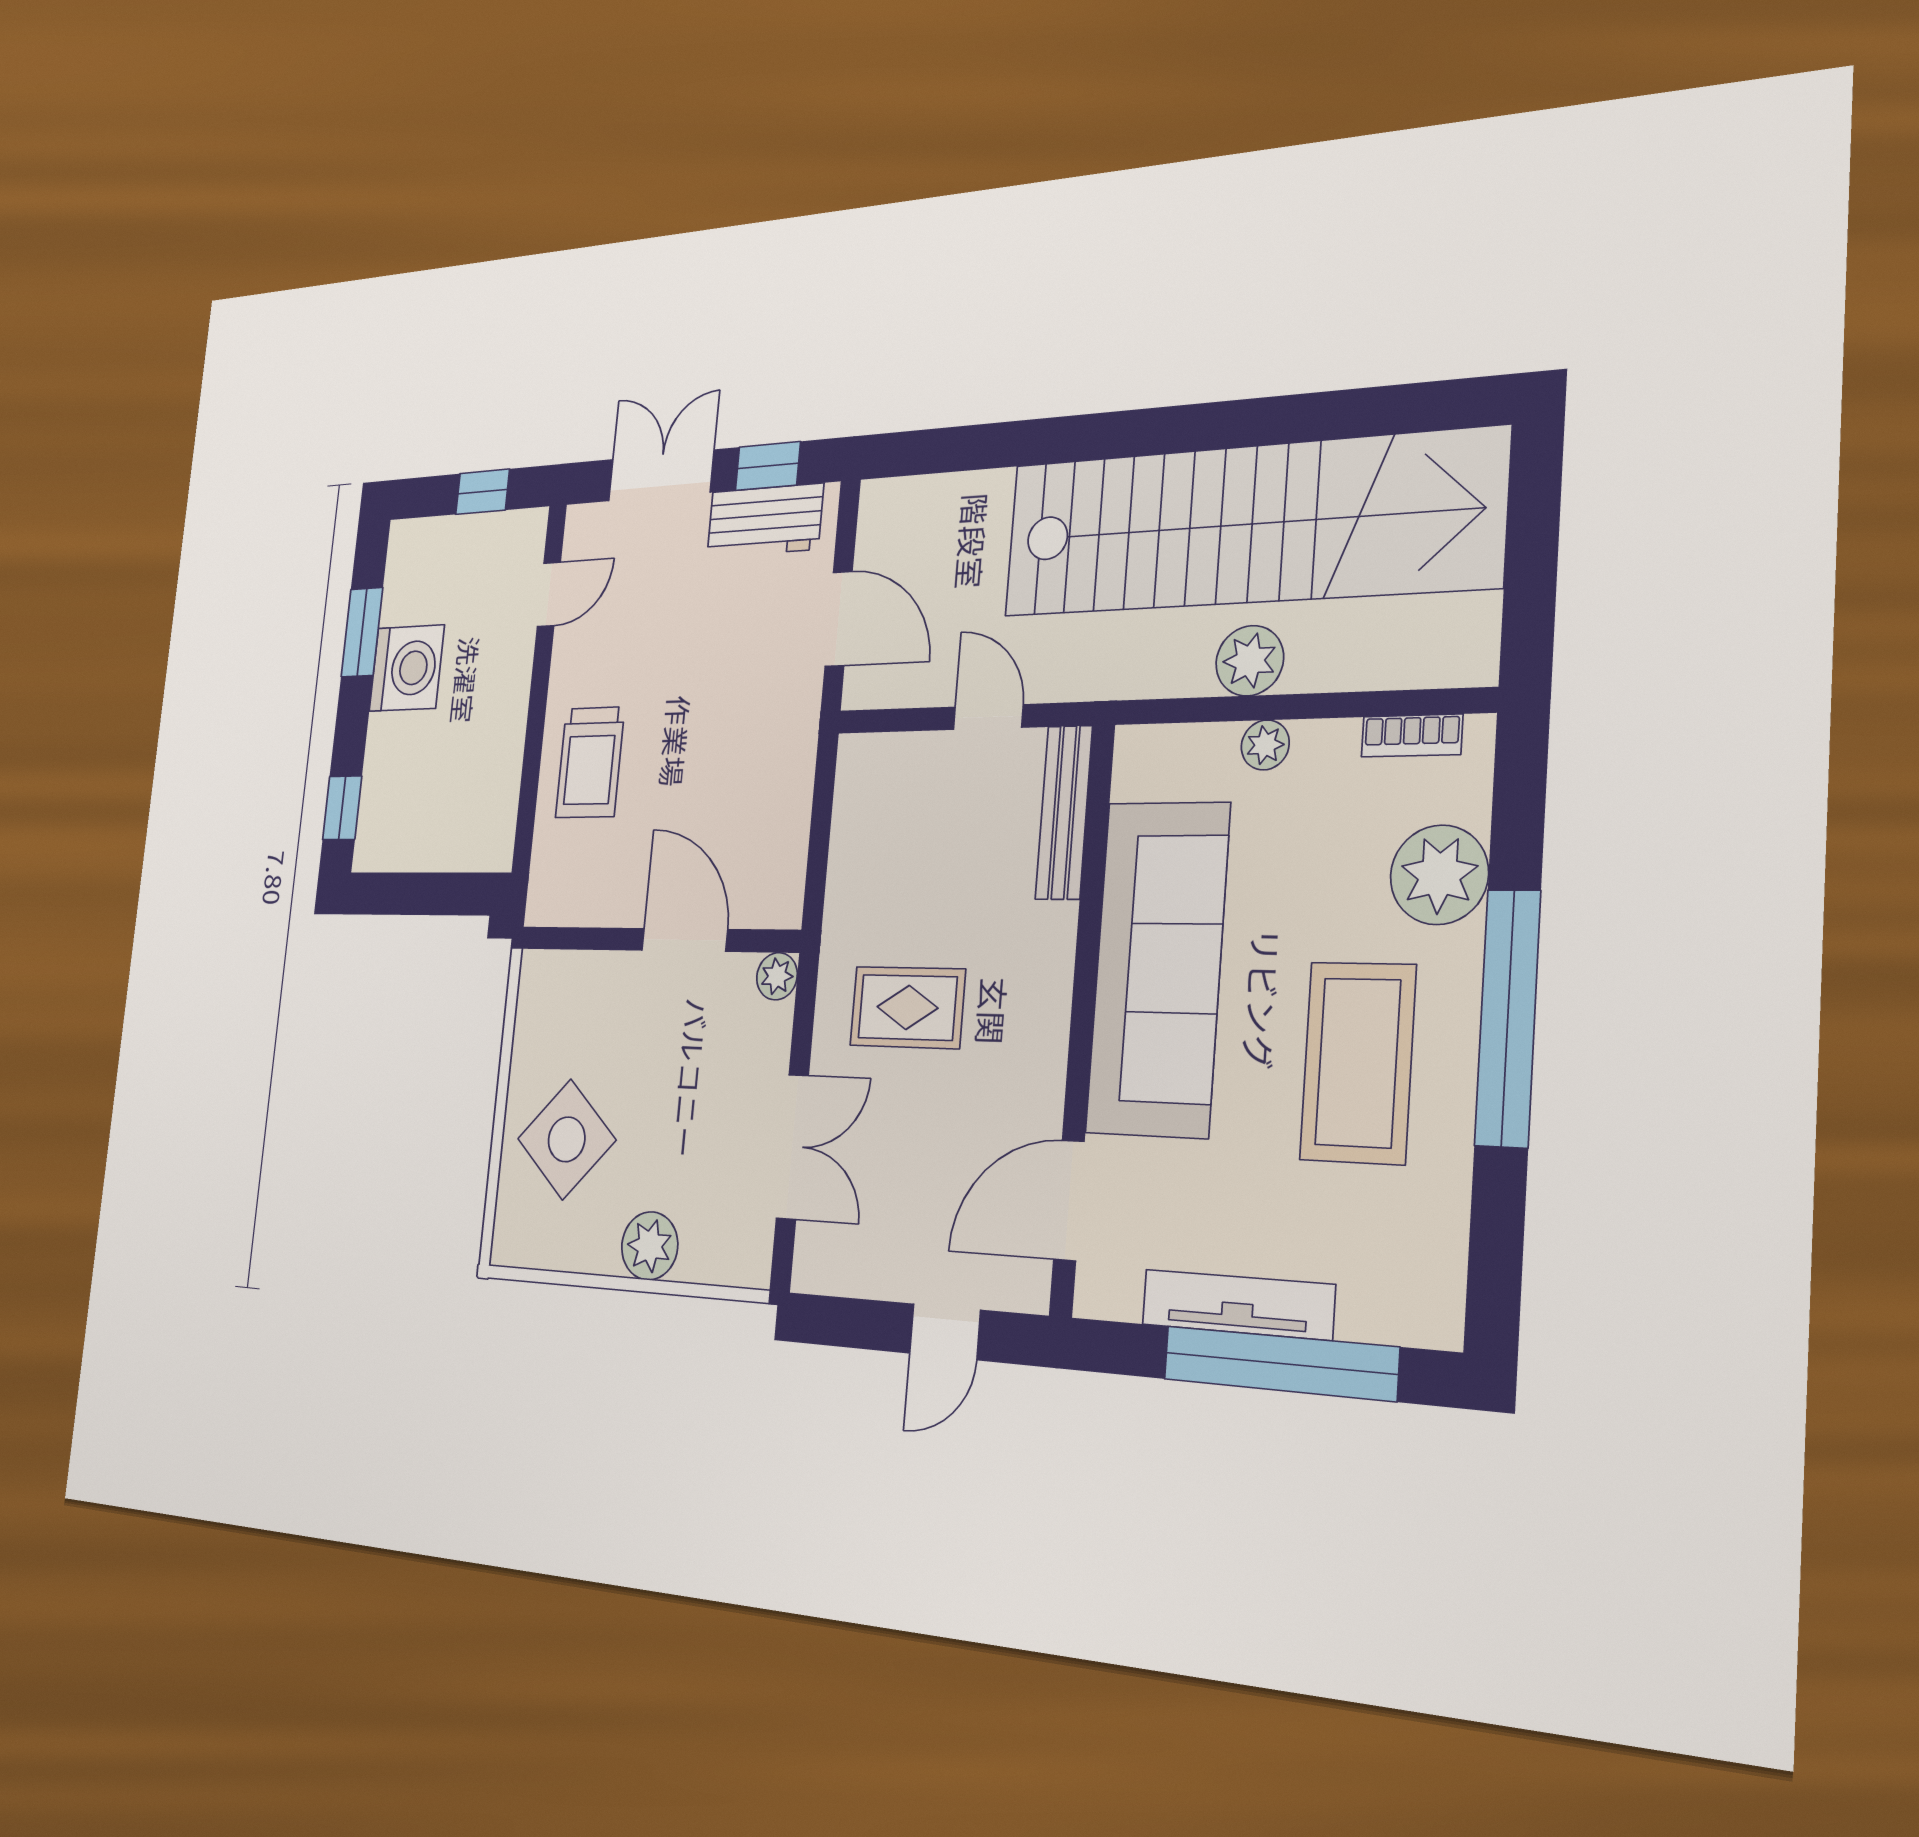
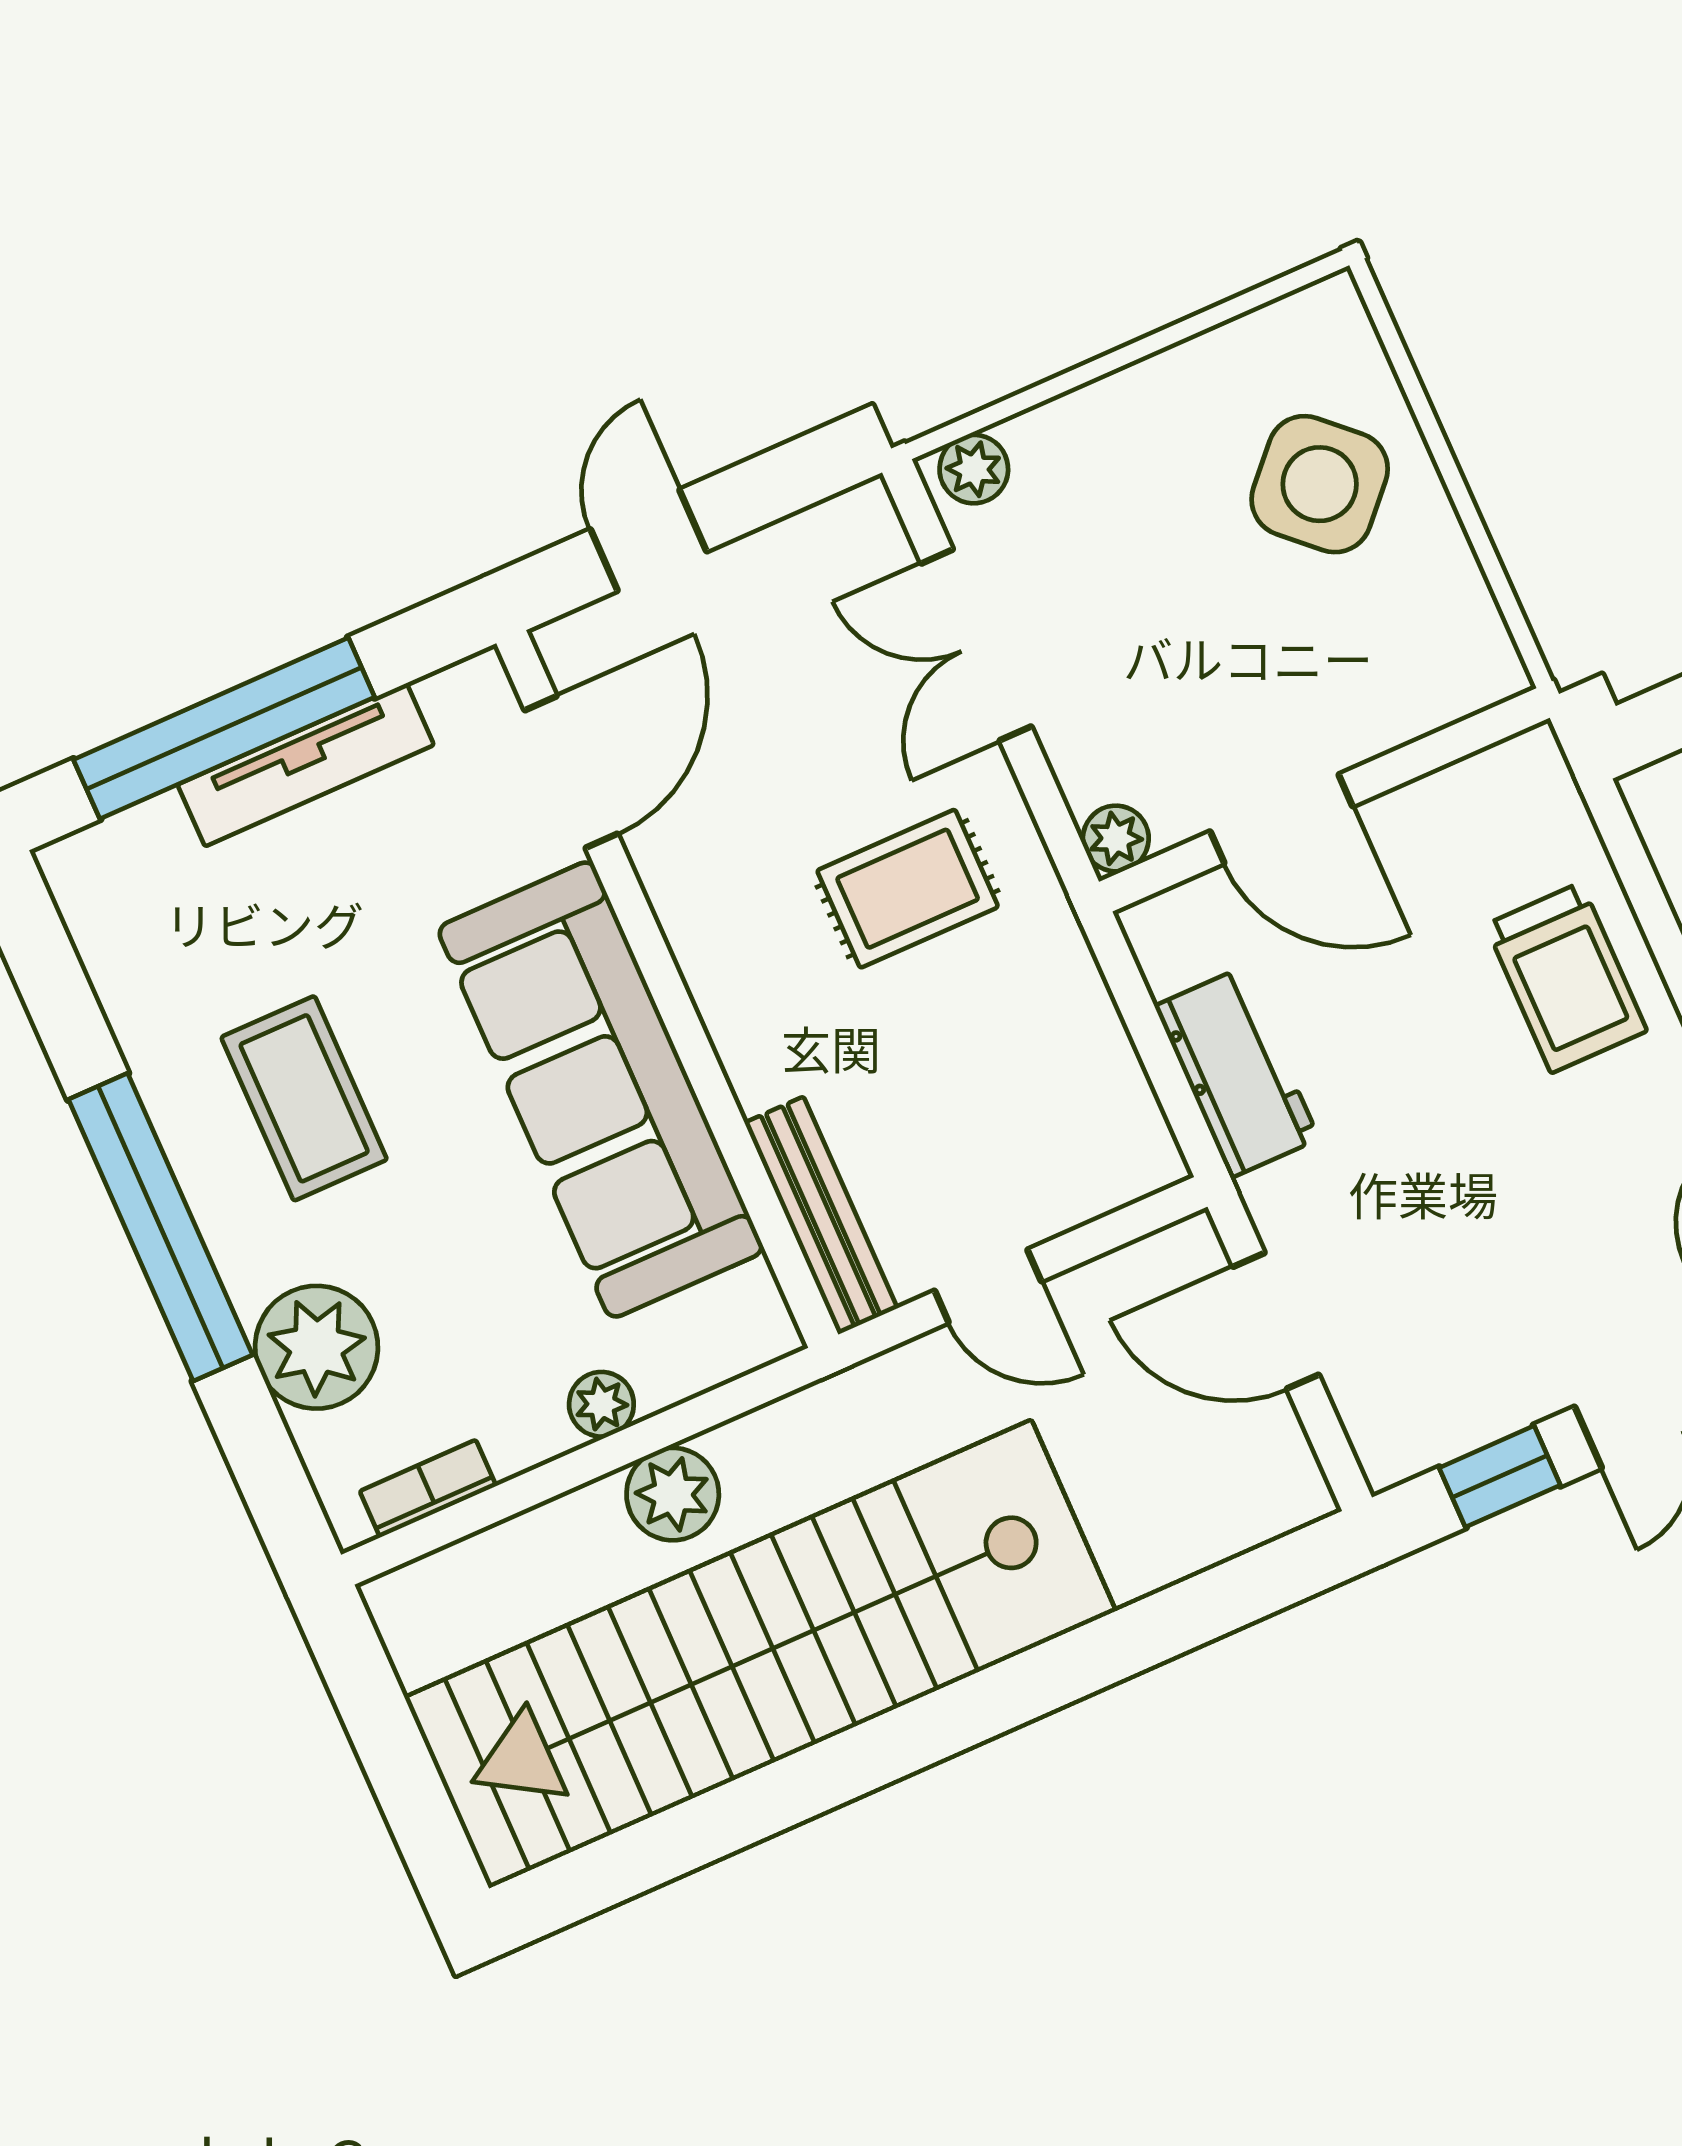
workbench: (765, 520) -> (1237, 1072), moved, turned 90
trolley: (590, 762) -> (1566, 978), turned 180
coffee table: (1358, 1062) -> (304, 1098), width x0.73, depth x0.76
plant: (650, 1246) -> (974, 469), moved, width x0.73, depth x0.73

